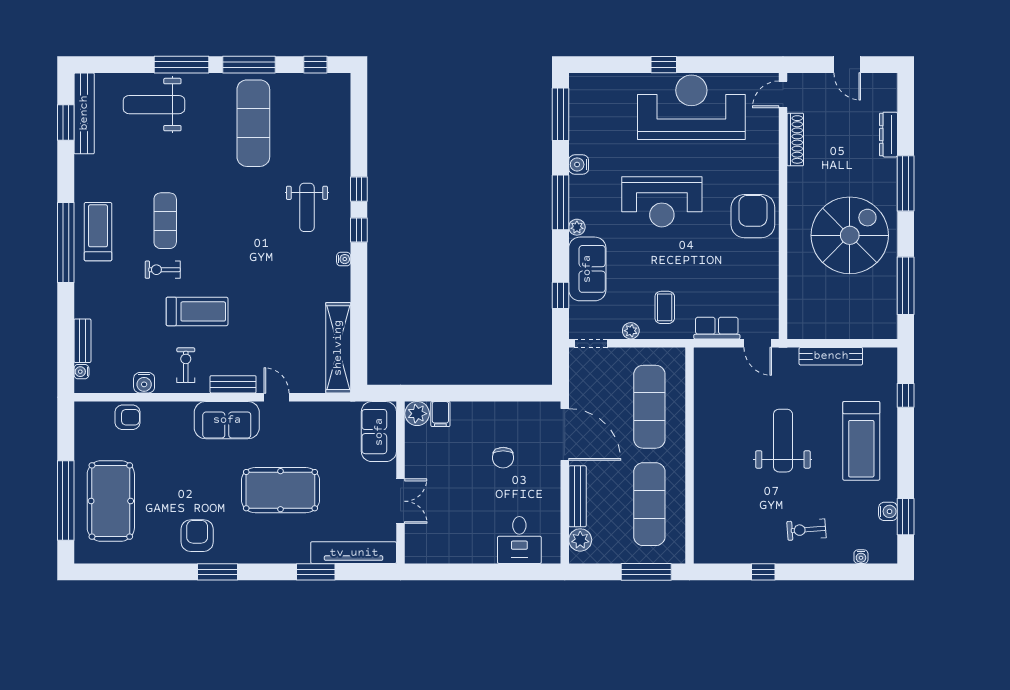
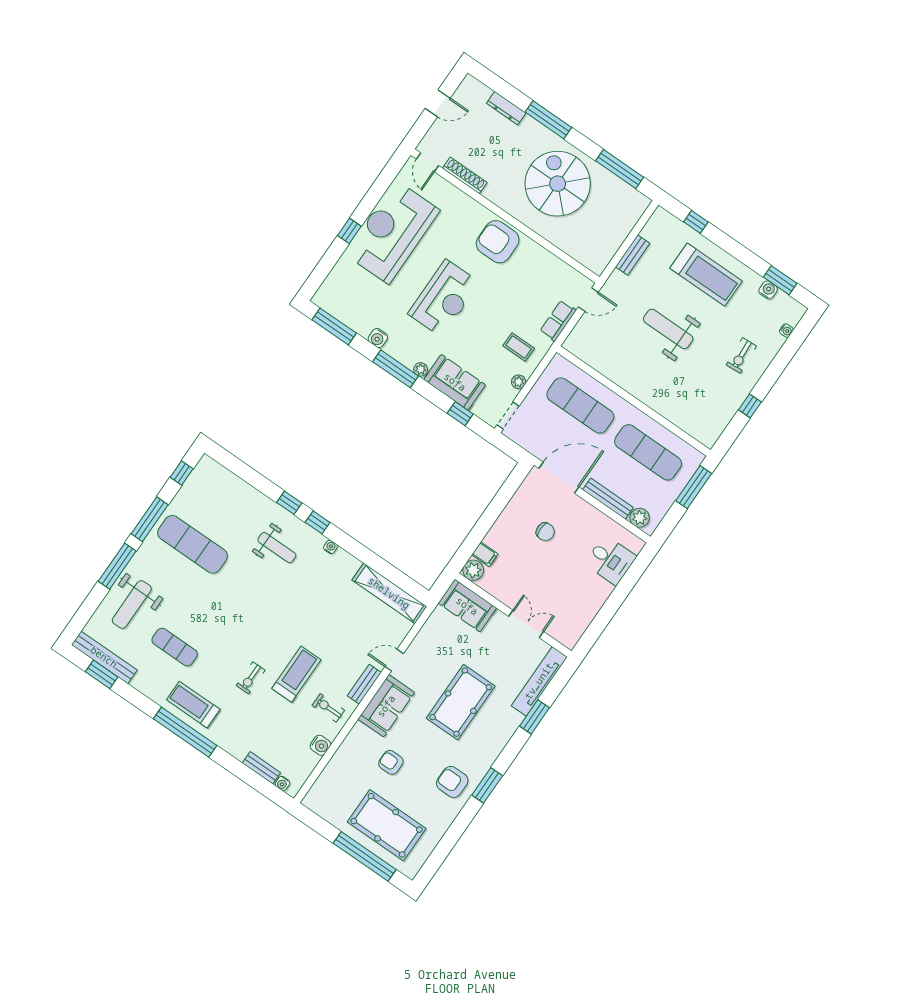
exercise mat: (165, 221) -> (175, 647), moved
bench: (831, 356) -> (633, 255), width x0.73
armchair: (127, 417) -> (391, 762), moved, turned -90

